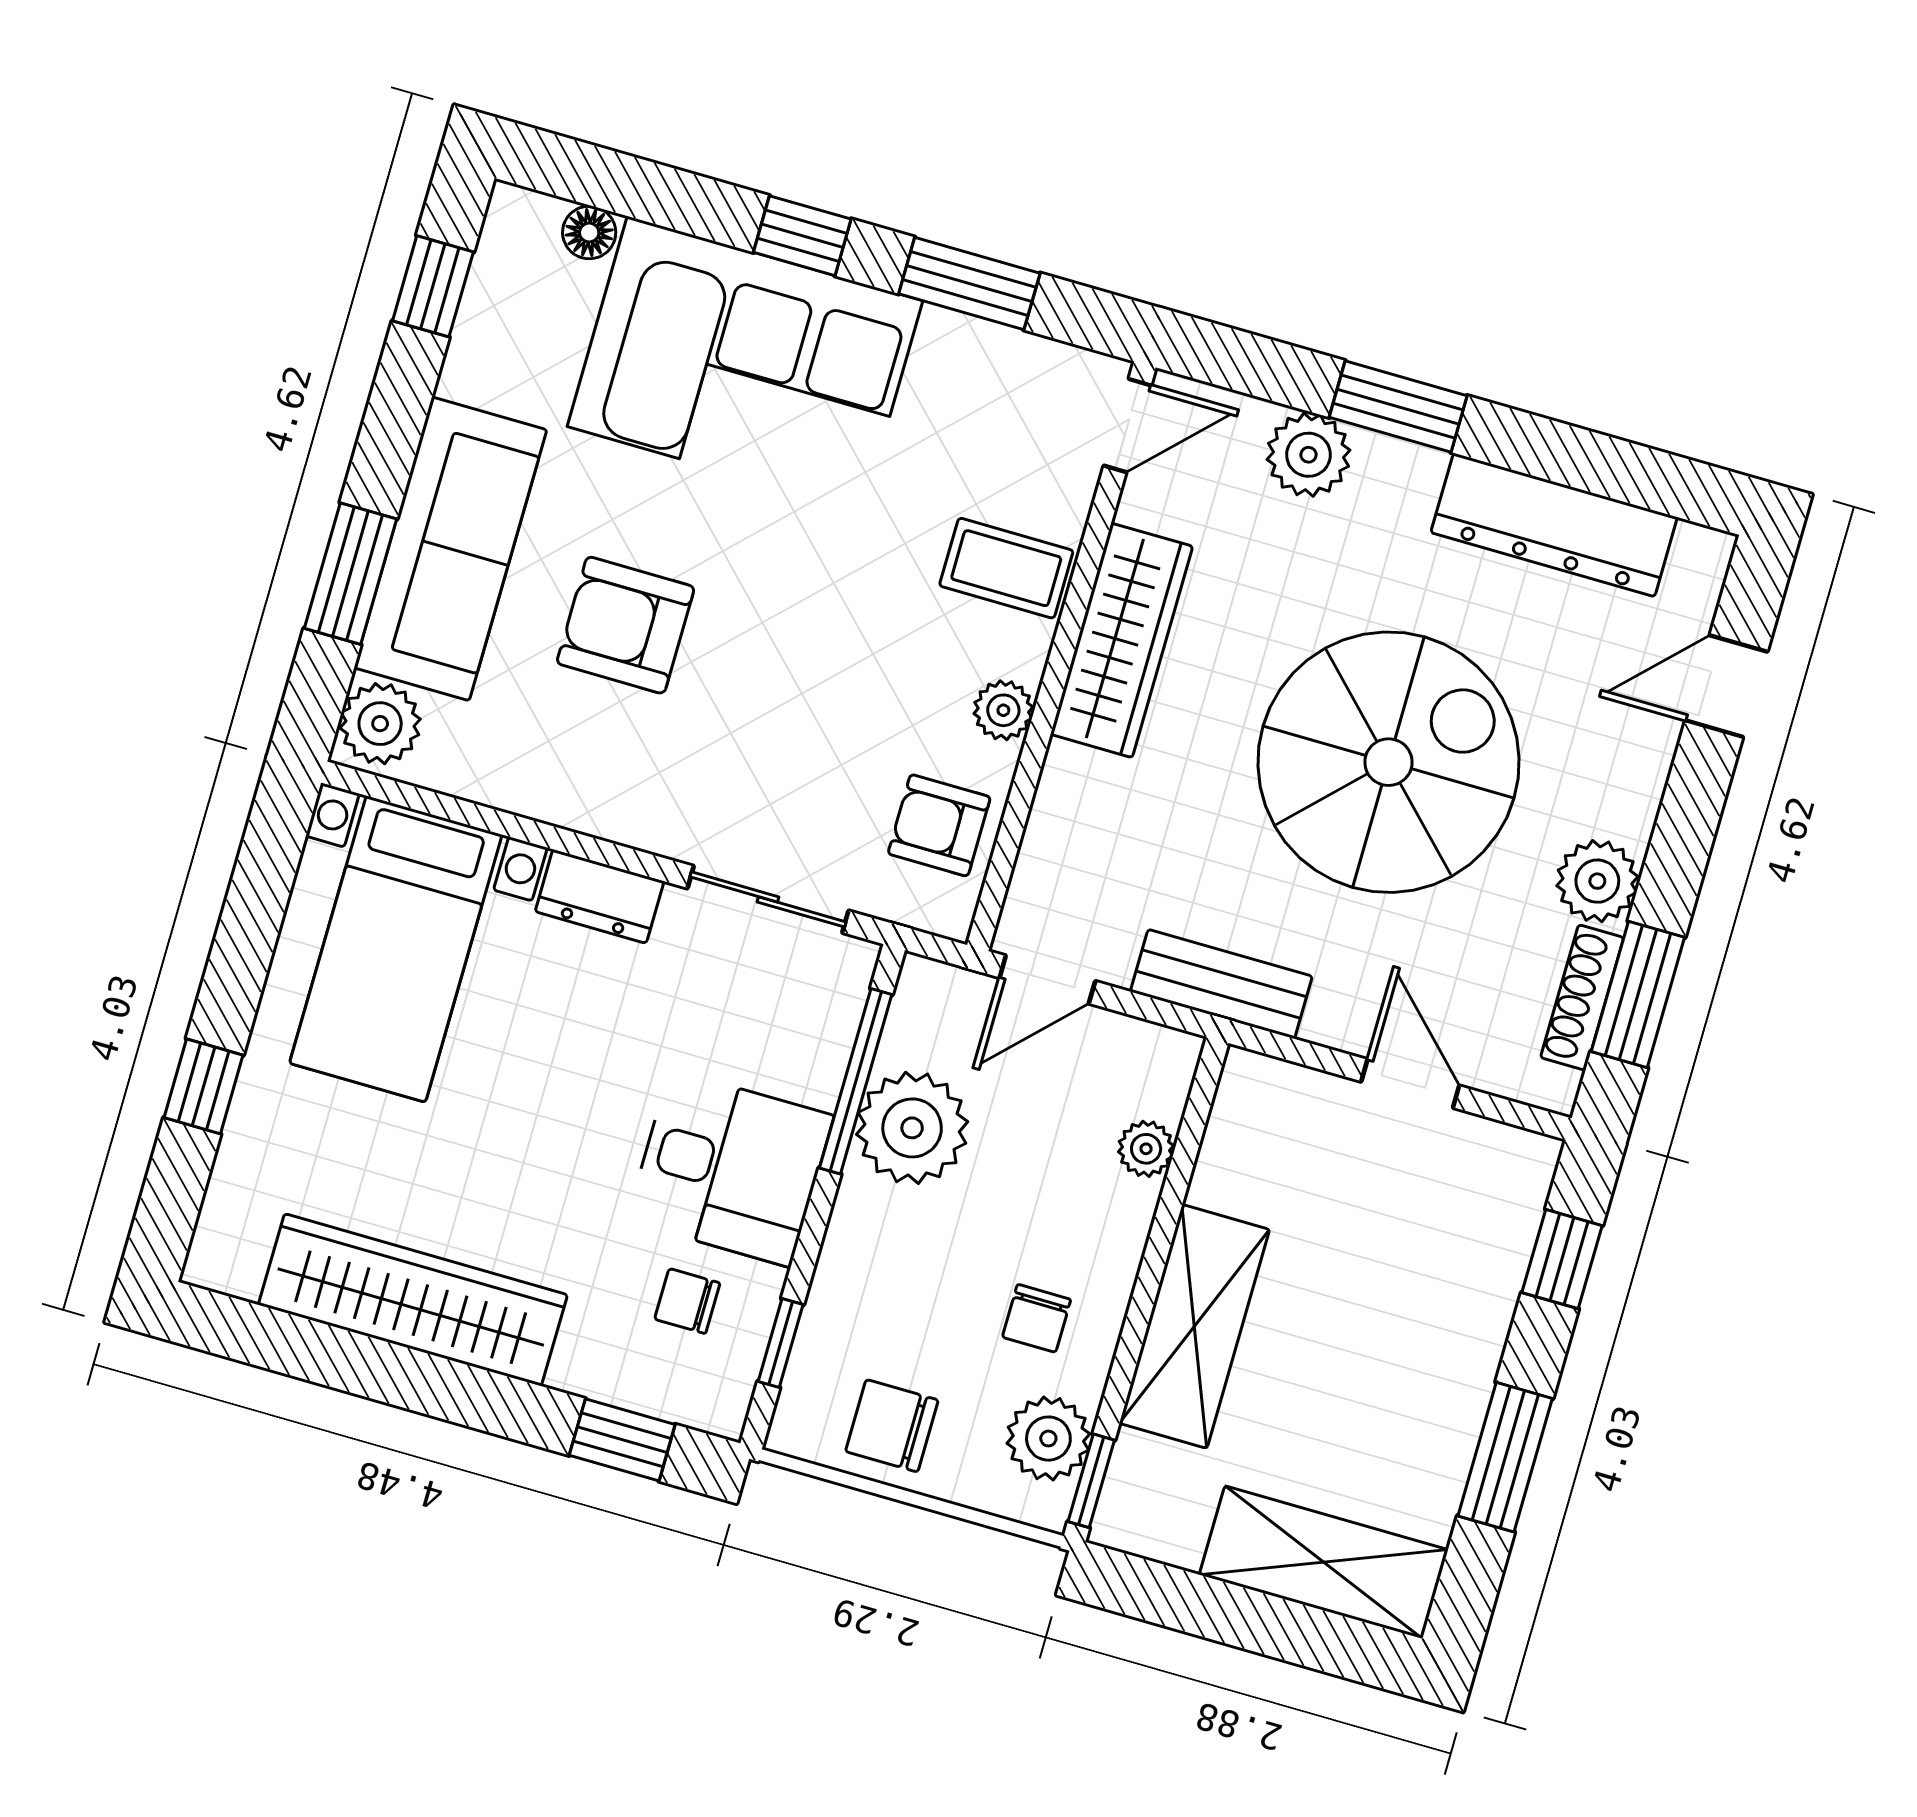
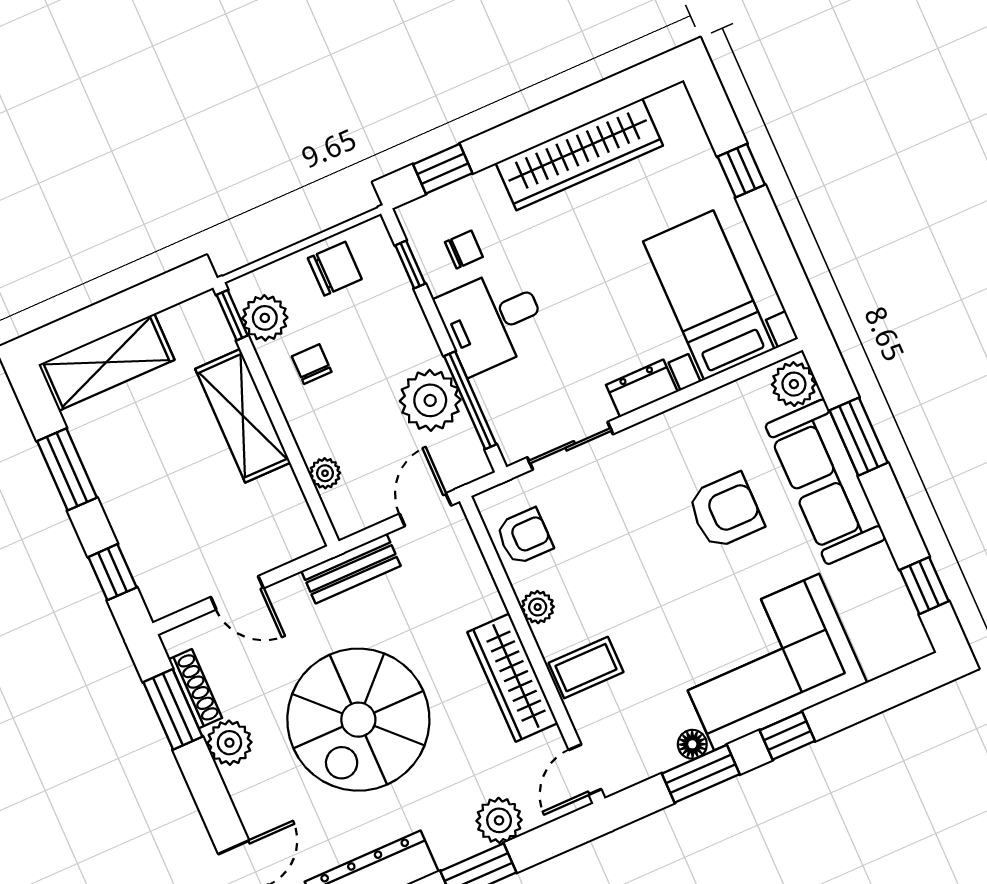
floor lamp: (589, 233) -> (692, 744), moved

